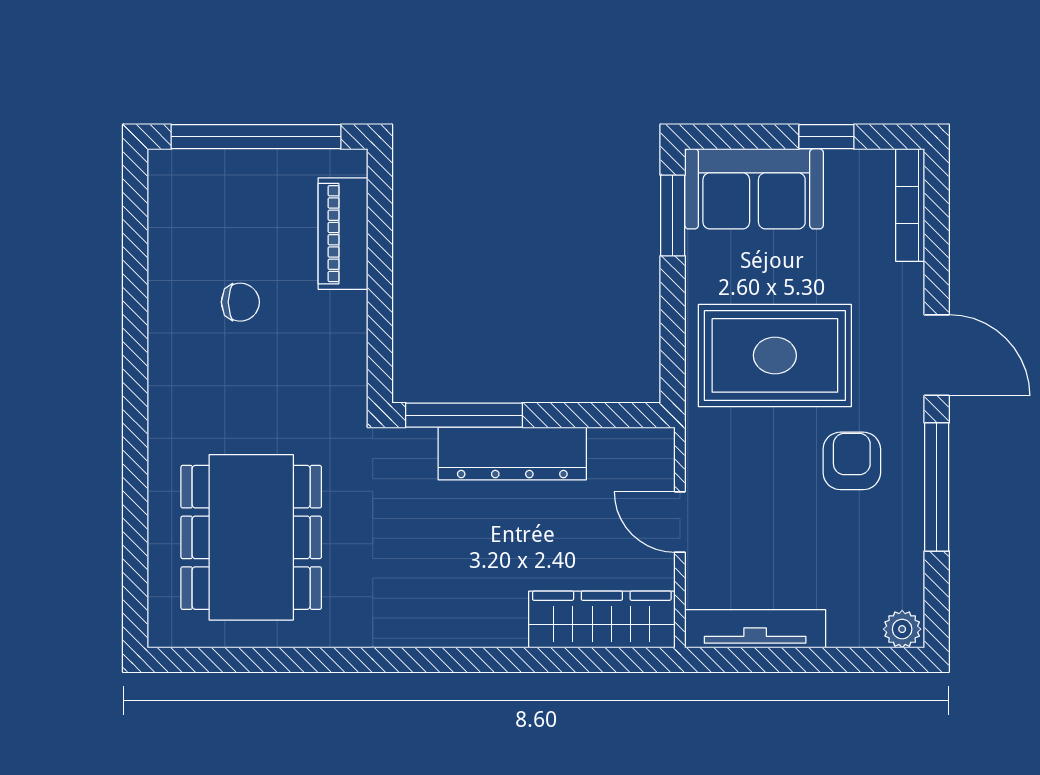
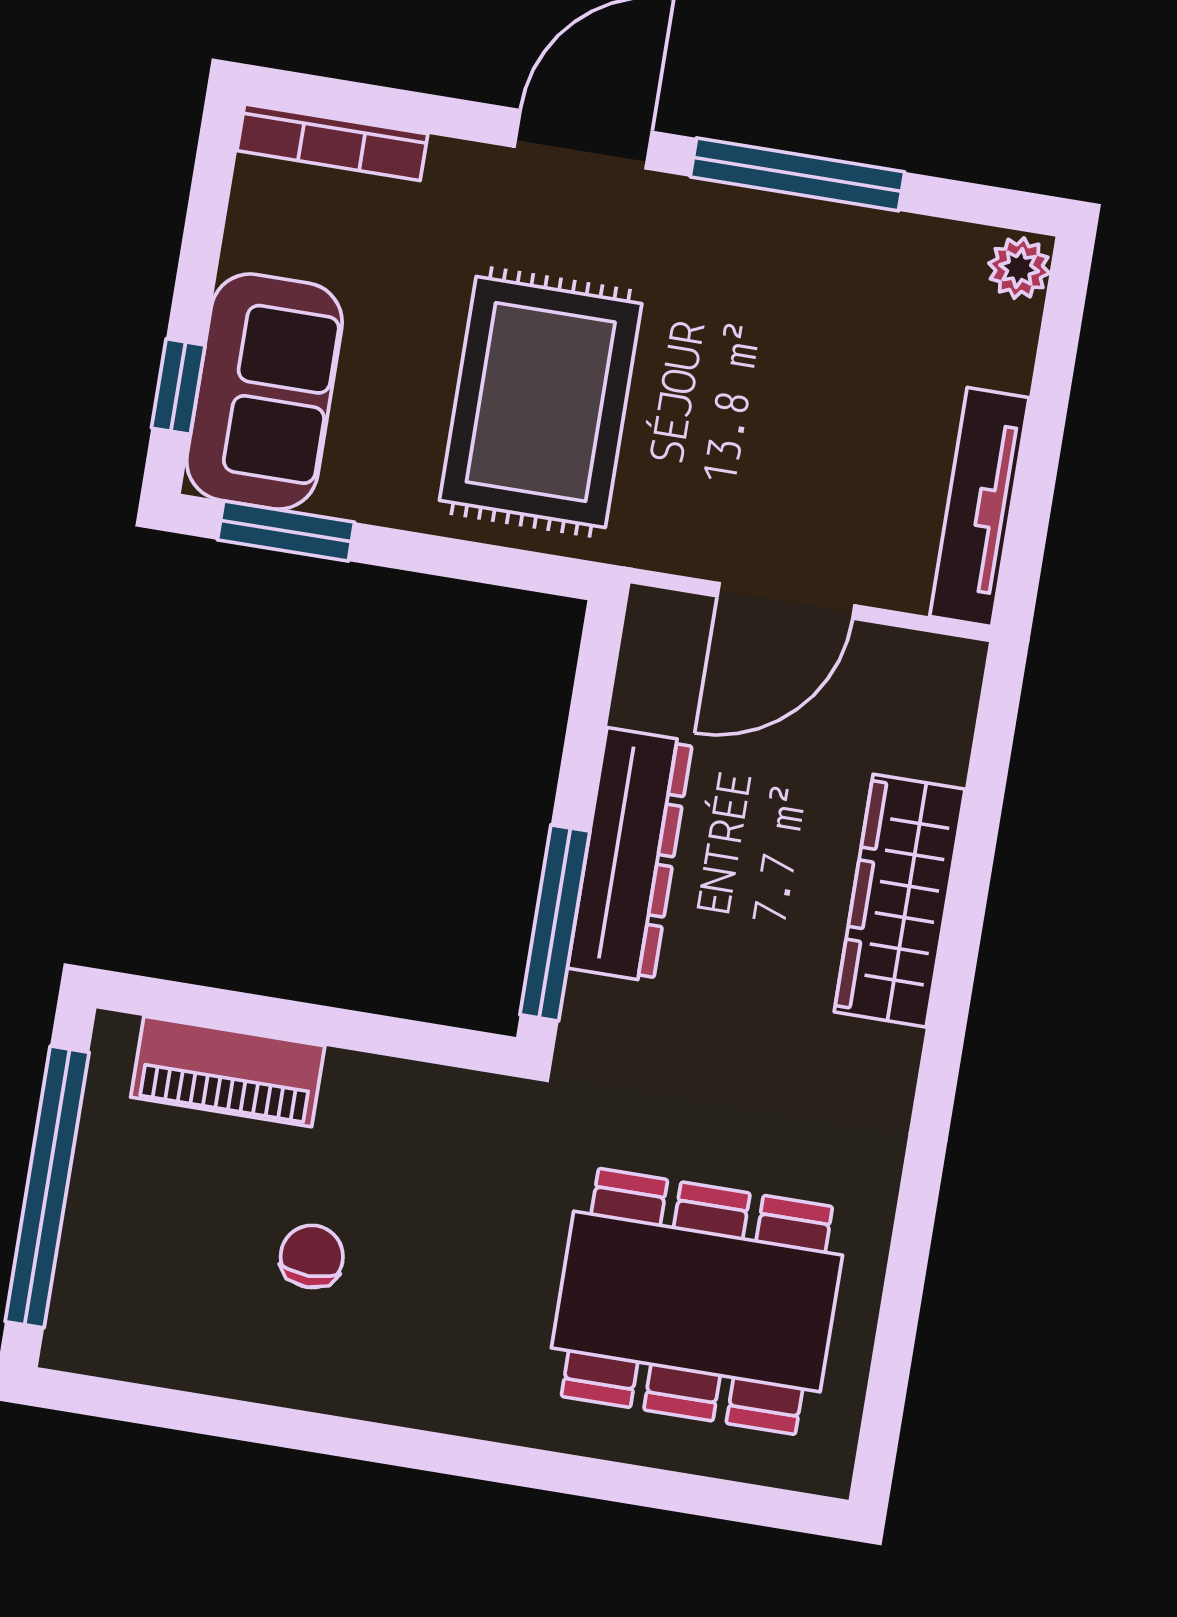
window: (826, 137) -> (178, 387), moved
armchair: (852, 461) -> (732, 305), removed
door: (680, 522) -> (786, 601), width x1.38
wardrobe: (602, 619) -> (900, 901), moved

